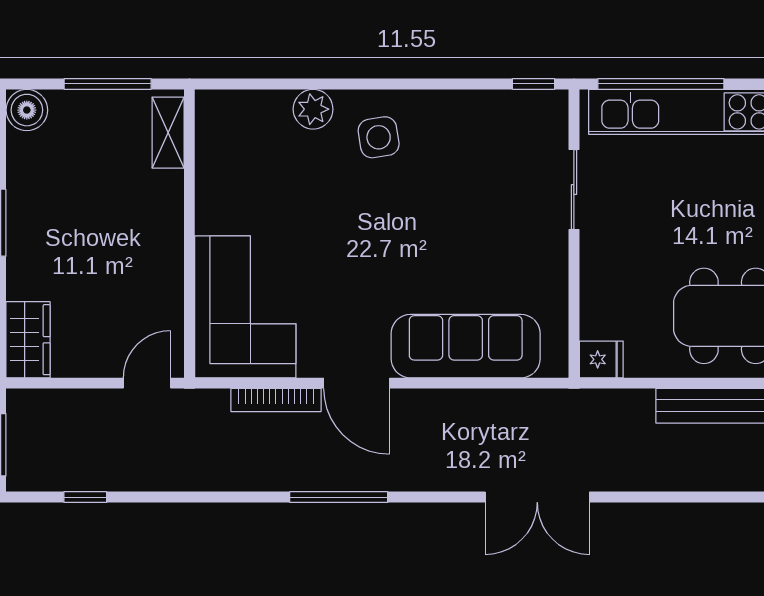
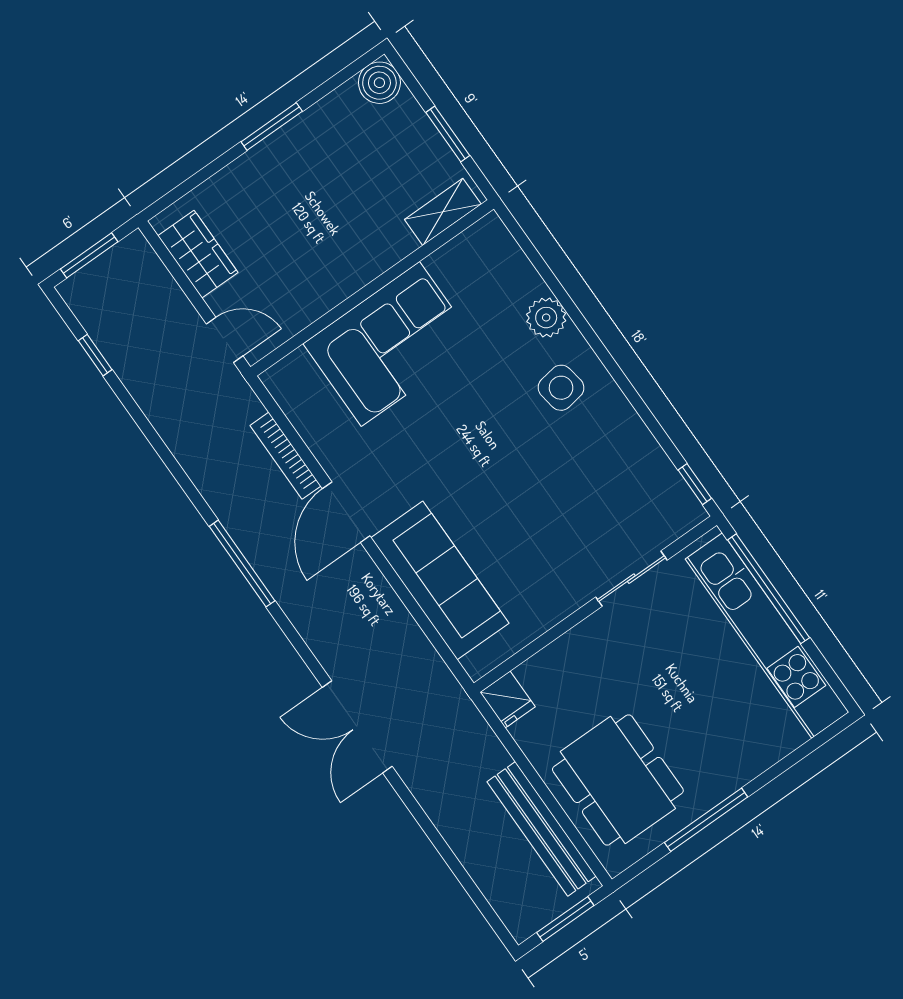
window: (108, 84) -> (448, 134), width x0.69
corner sofa: (245, 307) -> (390, 344), moved
wardrobe: (28, 340) -> (198, 254), moved, turned -90

